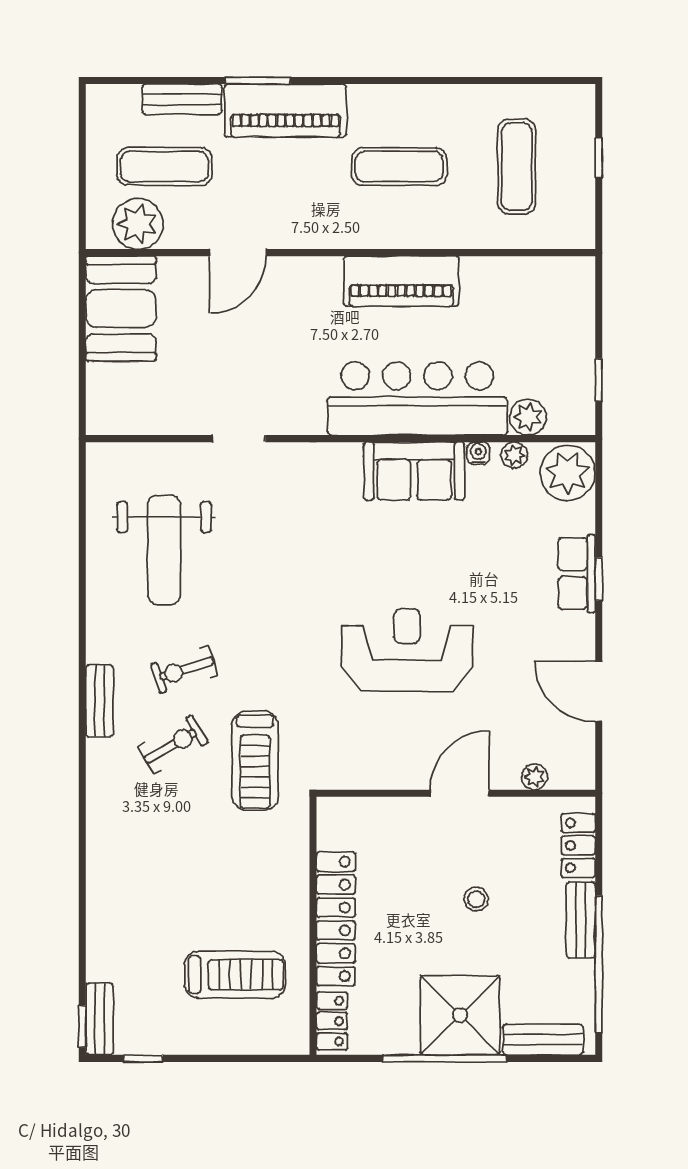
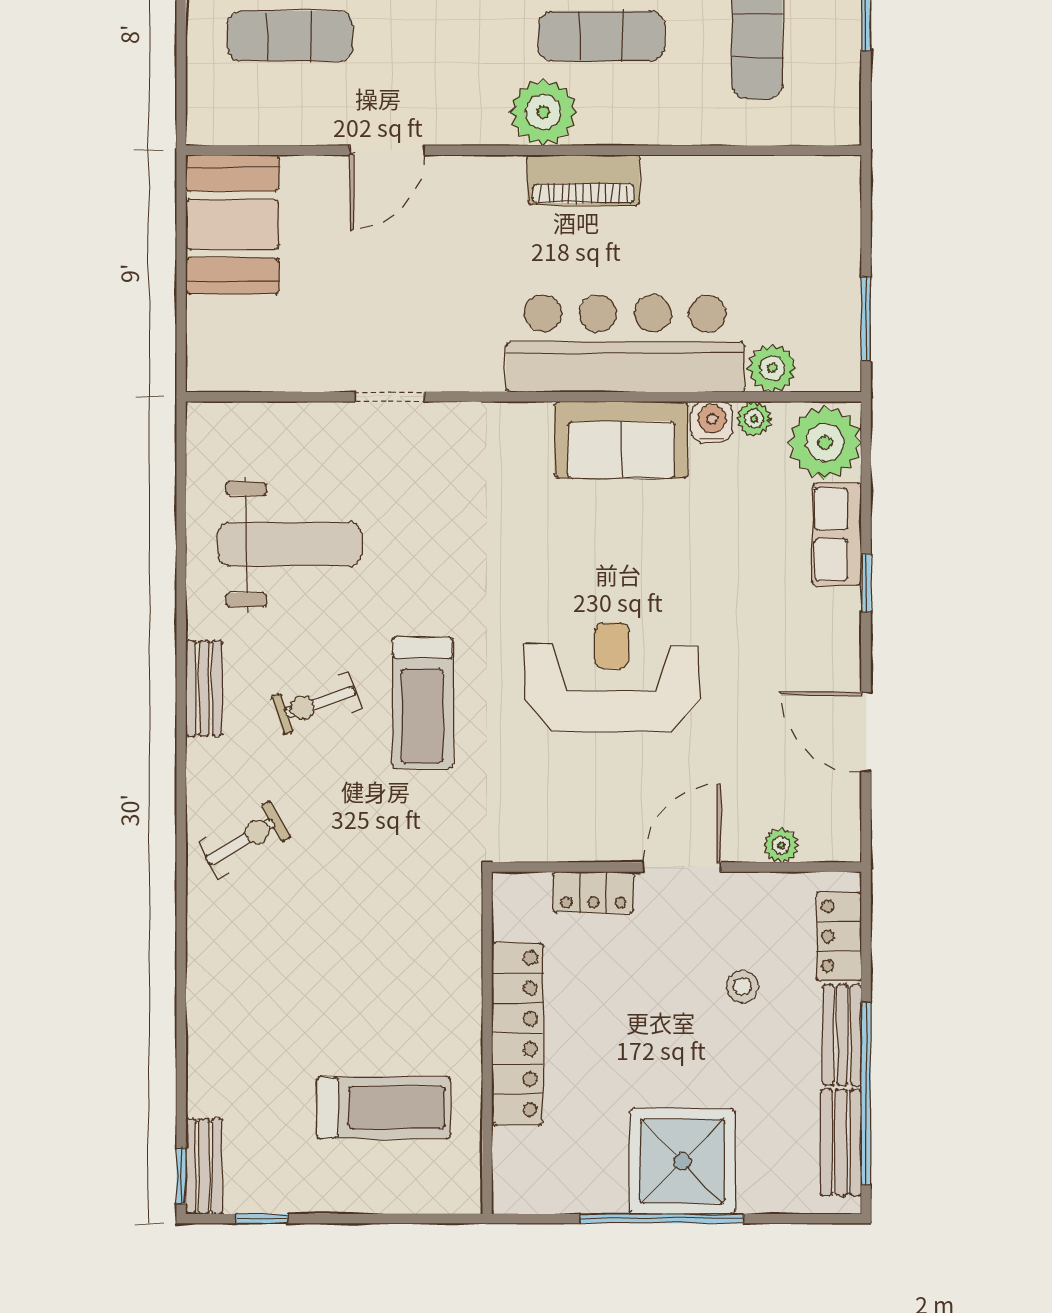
plant: (138, 224) -> (543, 112), moved
piano: (401, 281) -> (584, 180), width x0.73, depth x0.75
window: (599, 380) -> (866, 319), width x1.50
water cooler: (478, 453) -> (712, 422), width x1.38, depth x1.38
weight bench: (164, 550) -> (290, 544), turned -90
row of seats: (577, 574) -> (837, 534), moved
bench: (99, 701) -> (204, 688), moved
exercise bike: (173, 745) -> (244, 840), moved
treadmill: (255, 761) -> (422, 703), moved
stool: (476, 899) -> (742, 987), moved
locker: (332, 1021) -> (593, 892), moved, turned 90
bench: (543, 1040) -> (841, 1142), moved, turned 90

